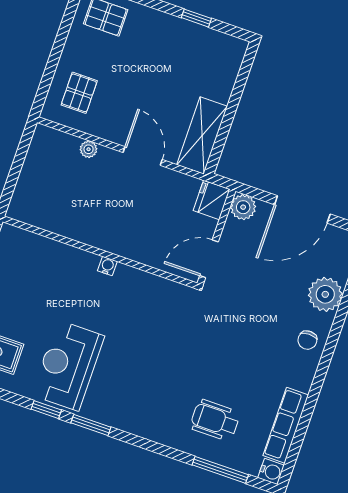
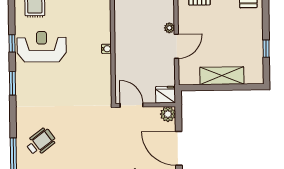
shelving: (202, 135) -> (222, 76), moved
plant: (89, 149) -> (169, 28), moved
wheelchair: (215, 420) -> (41, 142), turned 53
window: (91, 425) -> (12, 83), moved

